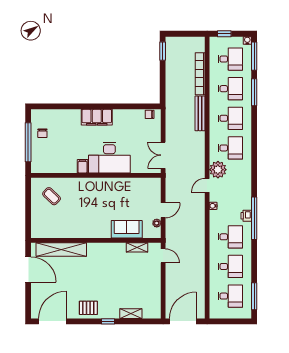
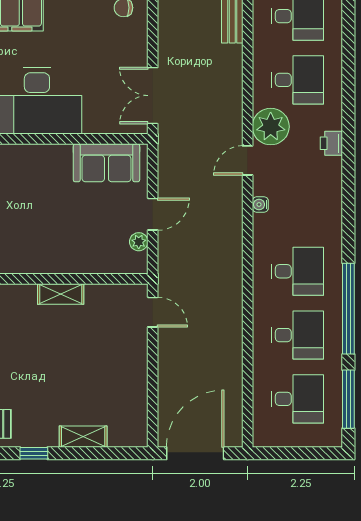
printer: (246, 216) -> (331, 143), moved
window: (254, 218) -> (348, 309), moved
sofa: (127, 229) -> (106, 163), moved, turned 180
shelving: (137, 247) -> (61, 294), moved

